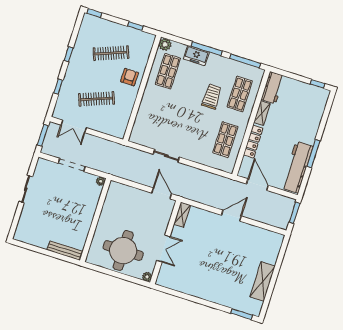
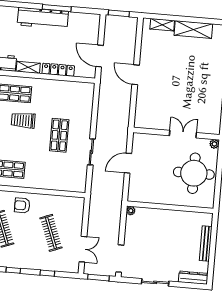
shop shelf: (225, 140) -> (59, 135), moved, turned 90
doorway: (72, 165) -> (120, 259), moved
workbench: (297, 167) -> (43, 18), moved
door: (257, 185) -> (100, 56), hinge flipped
door: (162, 193) -> (128, 163), moved
shelving: (182, 215) -> (162, 25), moved
dresser: (22, 227) -> (193, 278), added
bench: (65, 251) -> (206, 244), moved

